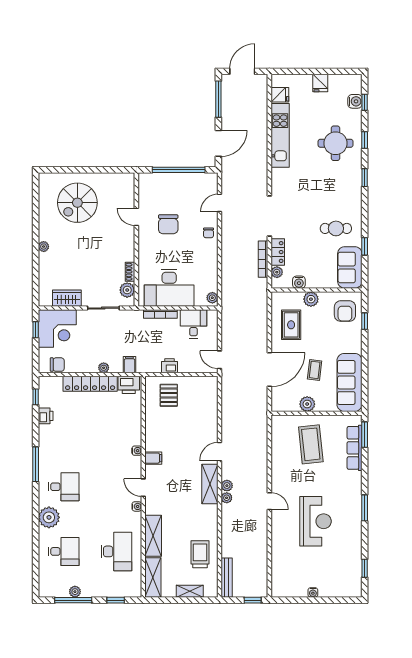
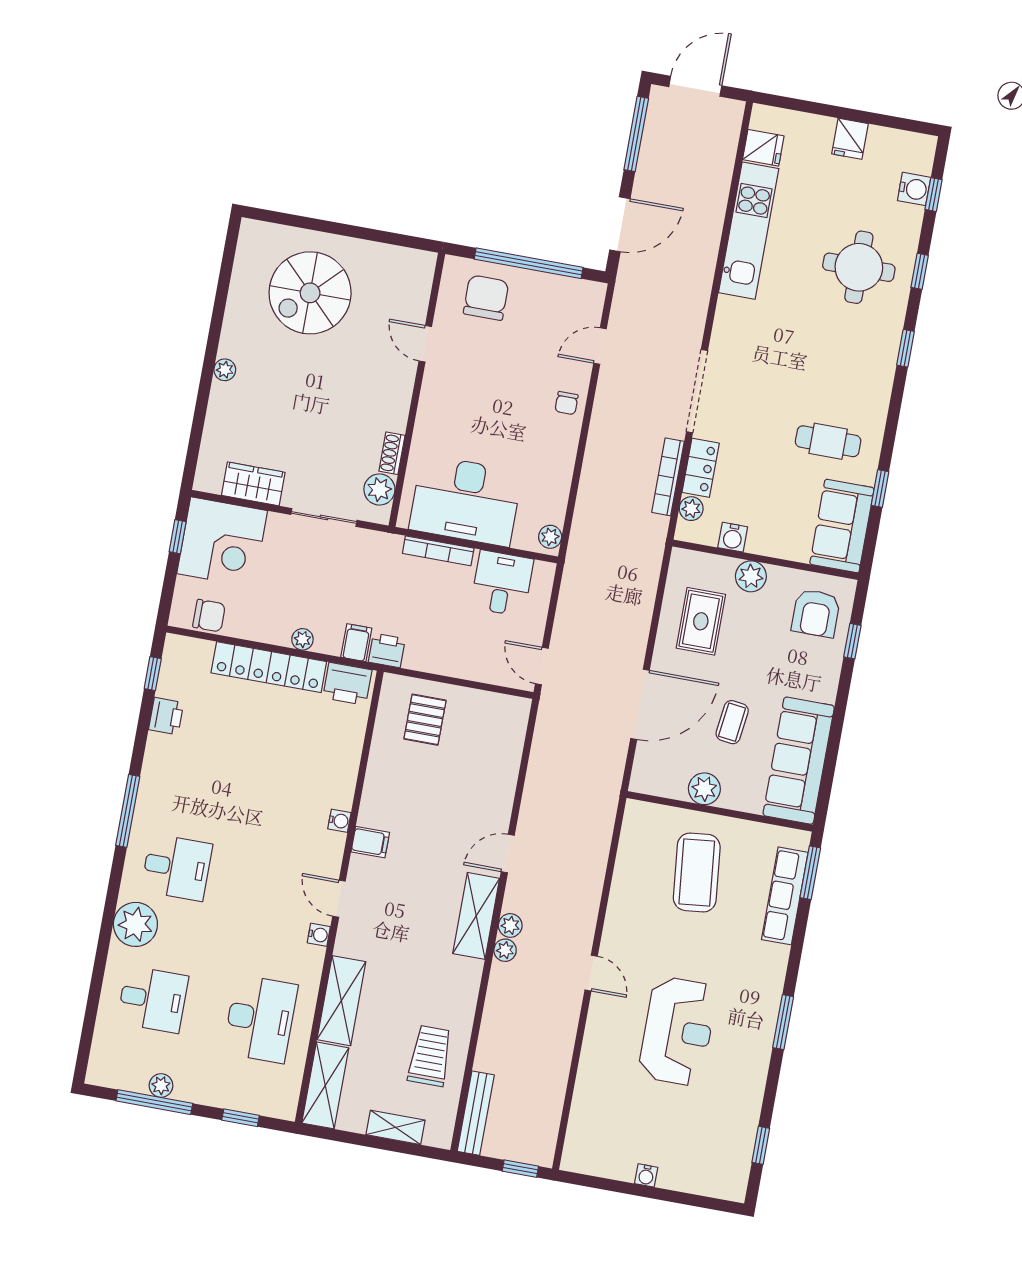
chair: (168, 224) -> (486, 298), moved, turned 180
printer: (170, 366) -> (387, 650), moved

